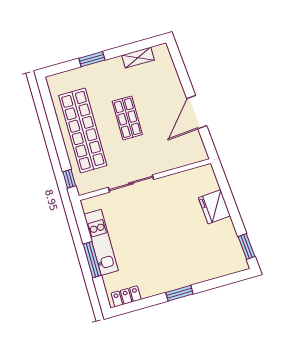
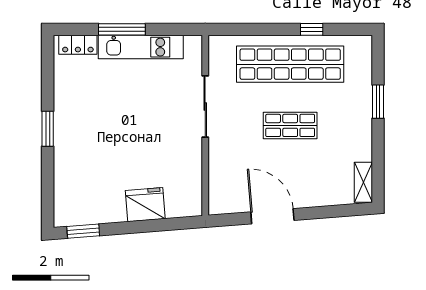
shelving: (138, 58) -> (363, 182), moved
window: (69, 179) -> (312, 29), moved
locker: (126, 296) -> (78, 45), moved, turned 90

